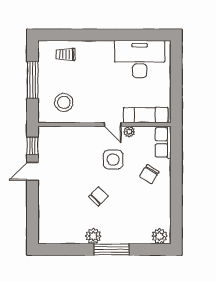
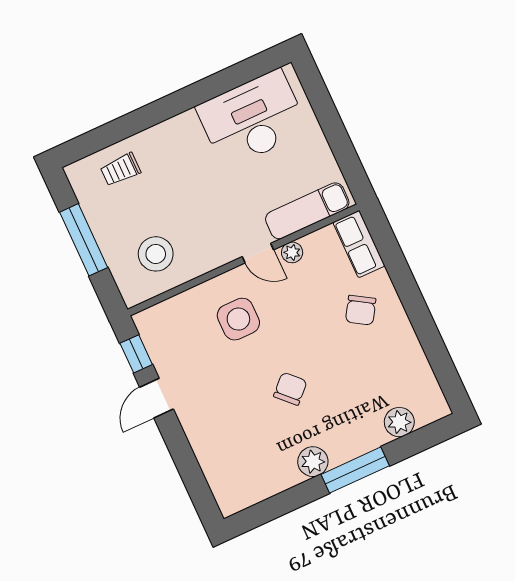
side table: (113, 160) -> (238, 319), moved
plant: (159, 236) -> (399, 422), moved

